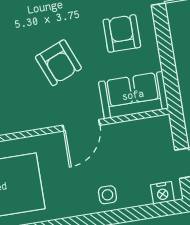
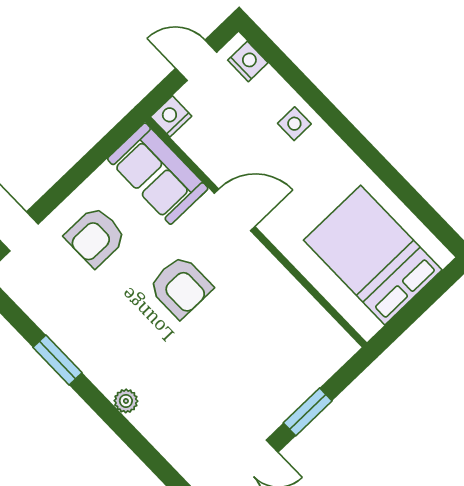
armchair: (58, 63) -> (180, 287), turned 112
nightstand: (161, 126) -> (171, 116), added

